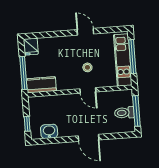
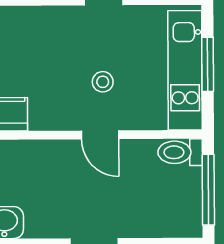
window: (132, 57) -> (208, 64), width x0.69
toilet: (124, 113) -> (180, 152), moved

